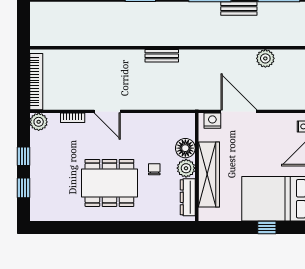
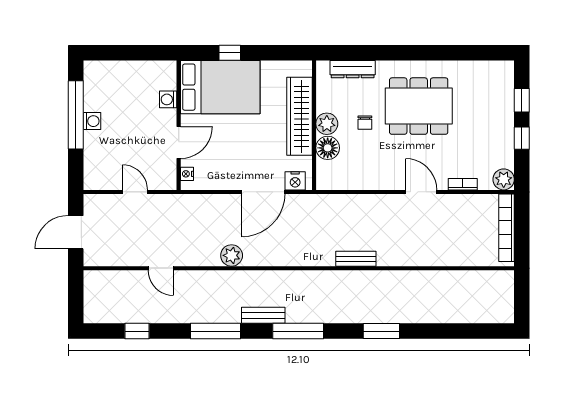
door: (239, 111) -> (263, 192), hinge flipped
dresser: (188, 197) -> (353, 69), moved, turned 90

